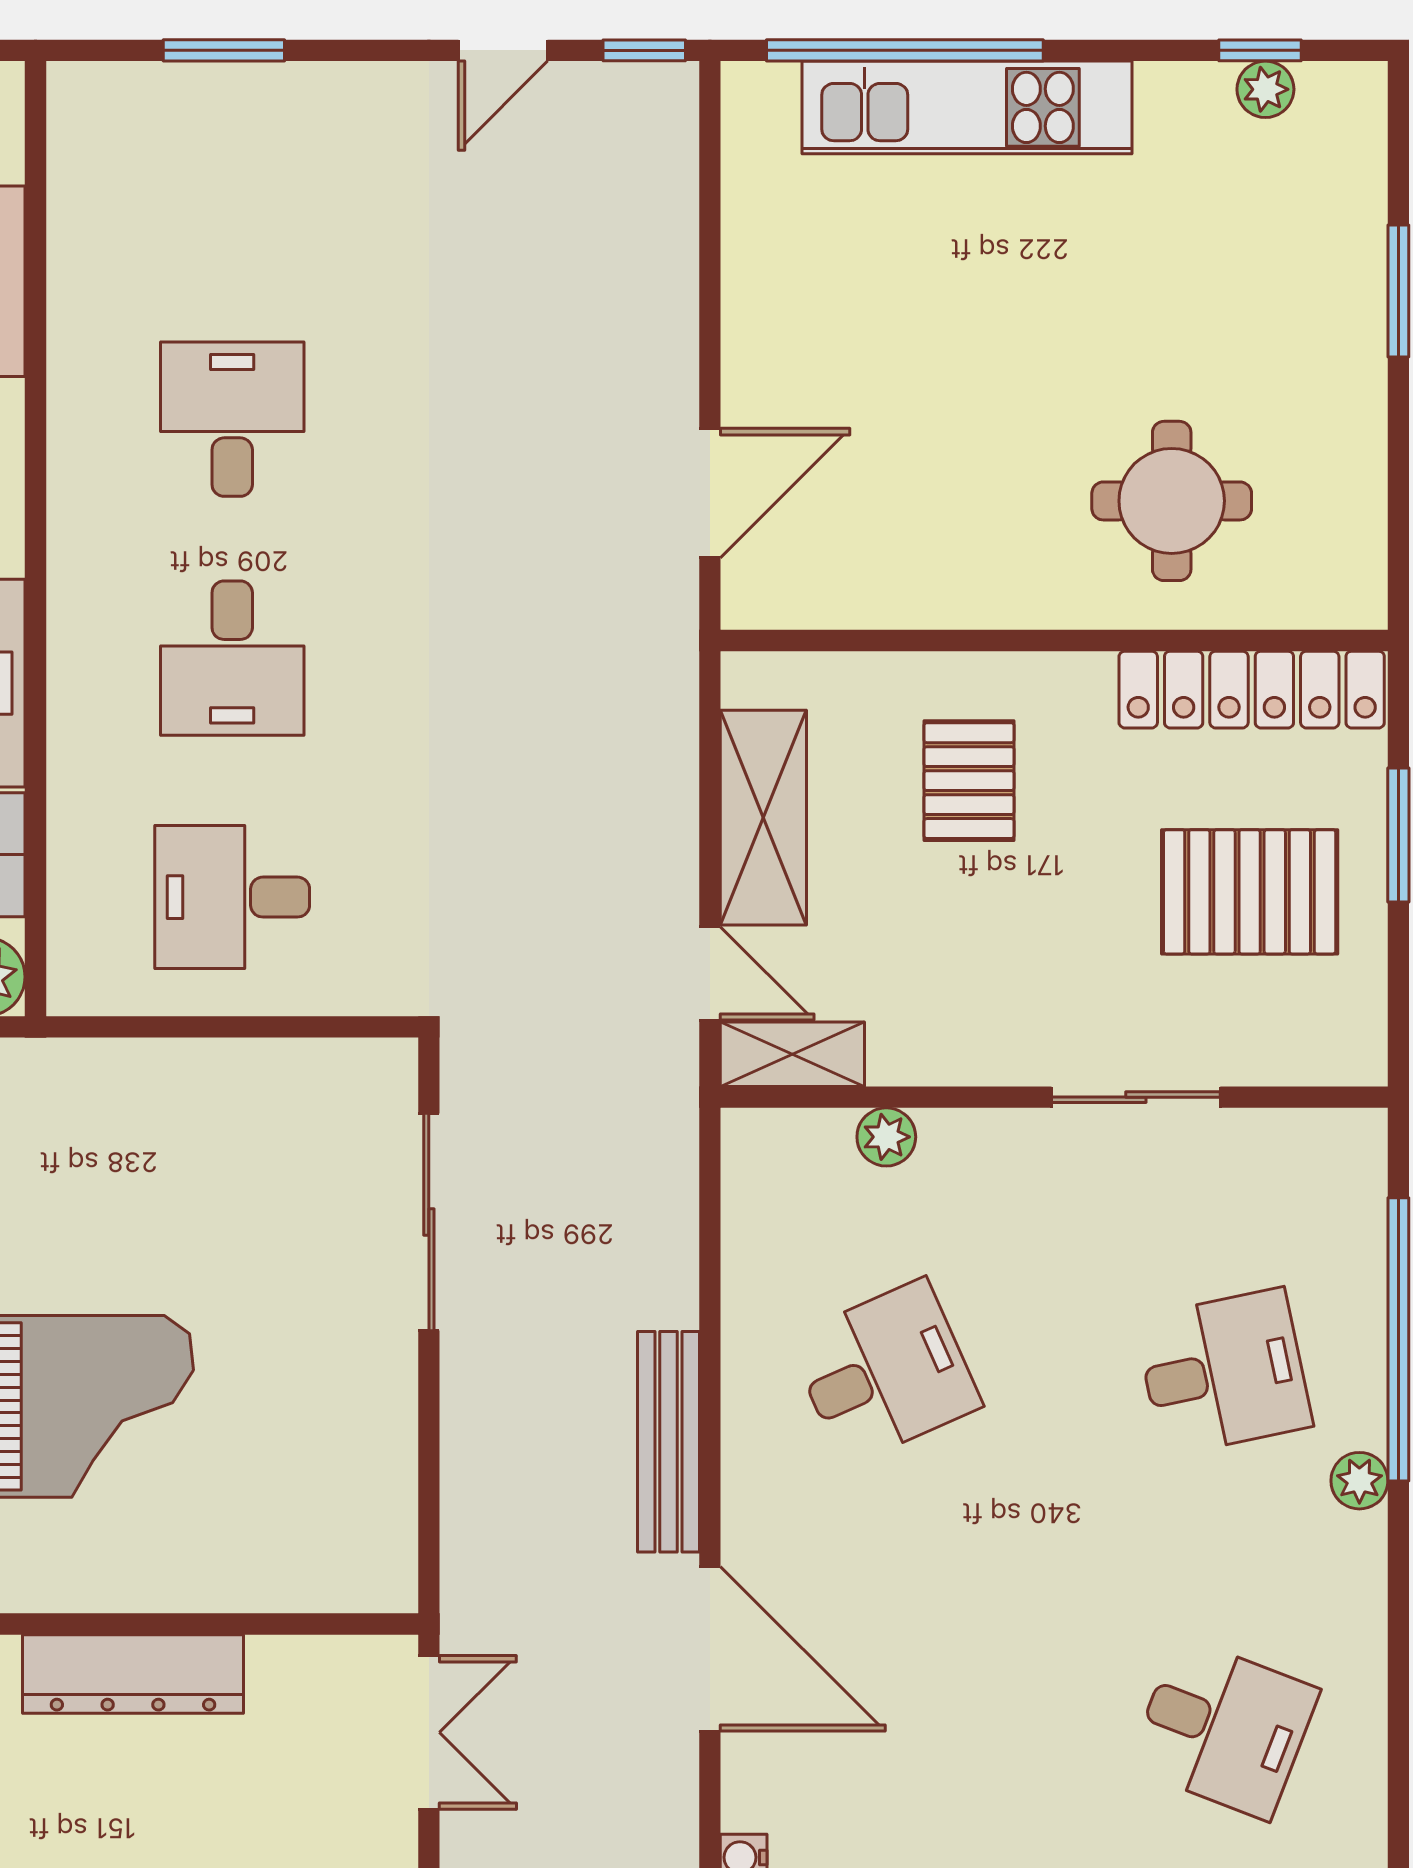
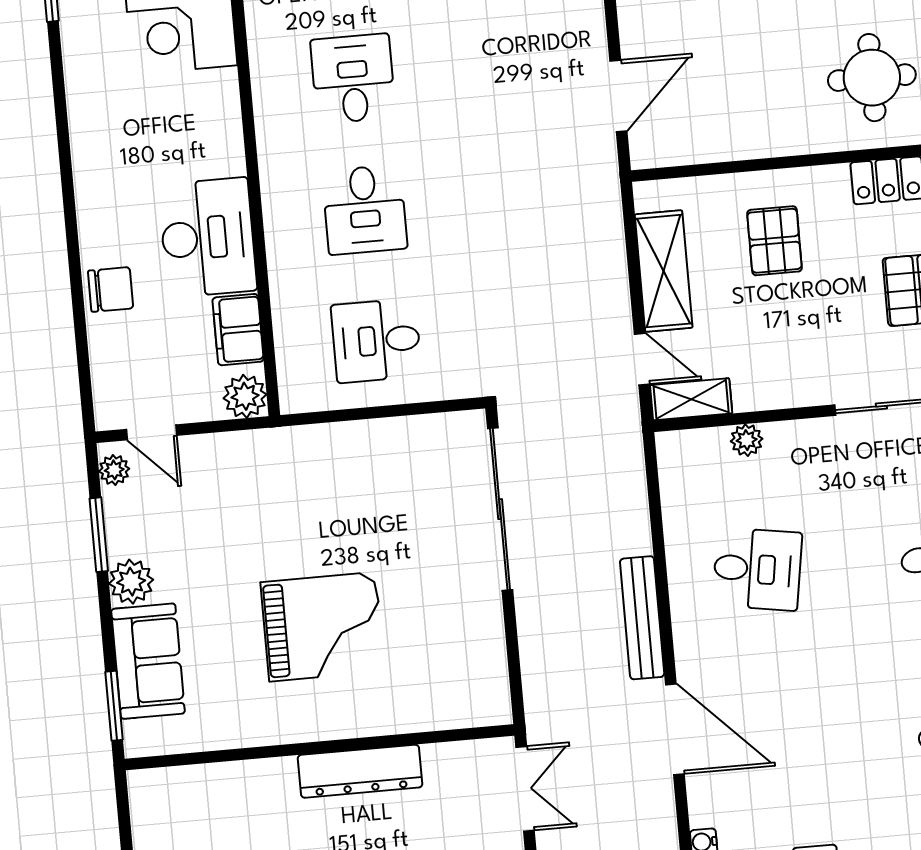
sliding door: (429, 1222) -> (500, 509), width x1.36
desk: (885, 1372) -> (757, 569), turned 33

